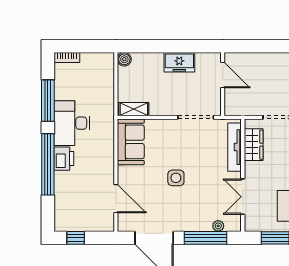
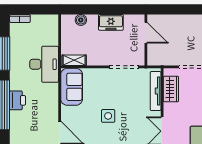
boiler: (124, 59) -> (81, 20), moved
desk: (72, 123) -> (44, 64), moved, turned 180

